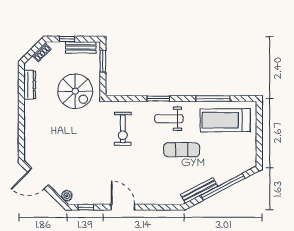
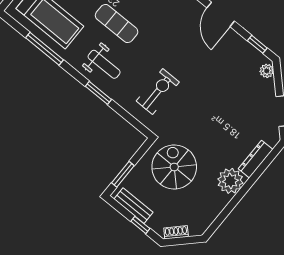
dresser: (30, 85) -> (256, 159), moved
plant: (34, 111) -> (230, 181), added

